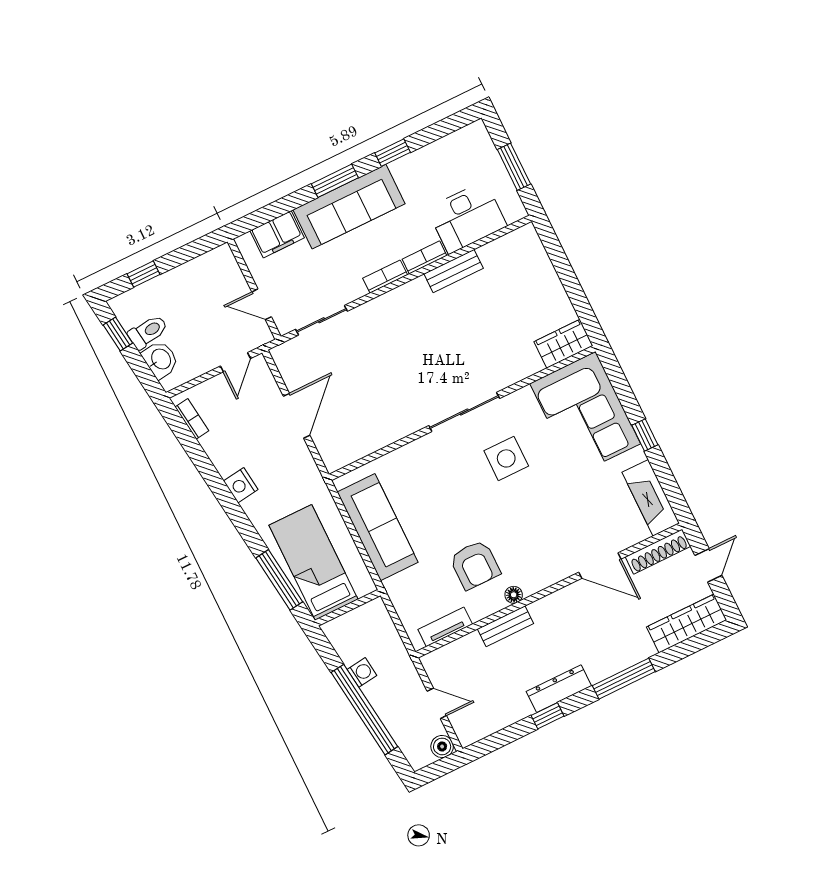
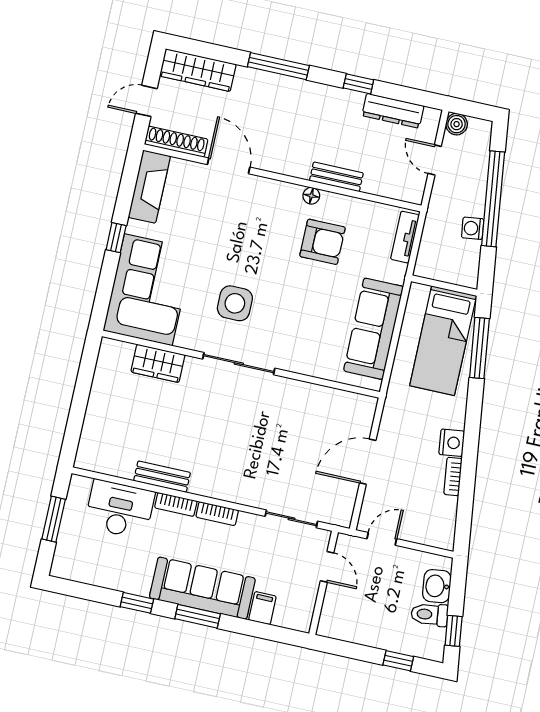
filing cabinet: (277, 234) -> (262, 608), width x0.50
wardrobe: (563, 344) -> (158, 363), moved
bookcase: (192, 419) -> (453, 476), moved
armchair: (475, 565) -> (322, 242), turned 90
tv unit: (445, 627) -> (405, 237), moved, turned 90
dresser: (559, 689) -> (393, 111), moved

